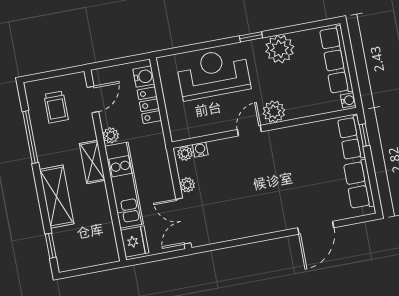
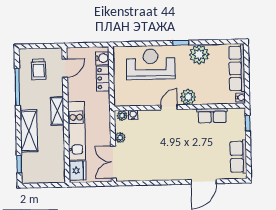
plant: (111, 135) -> (73, 95), removed
row of seats: (351, 138) -> (212, 116), moved, turned -90

